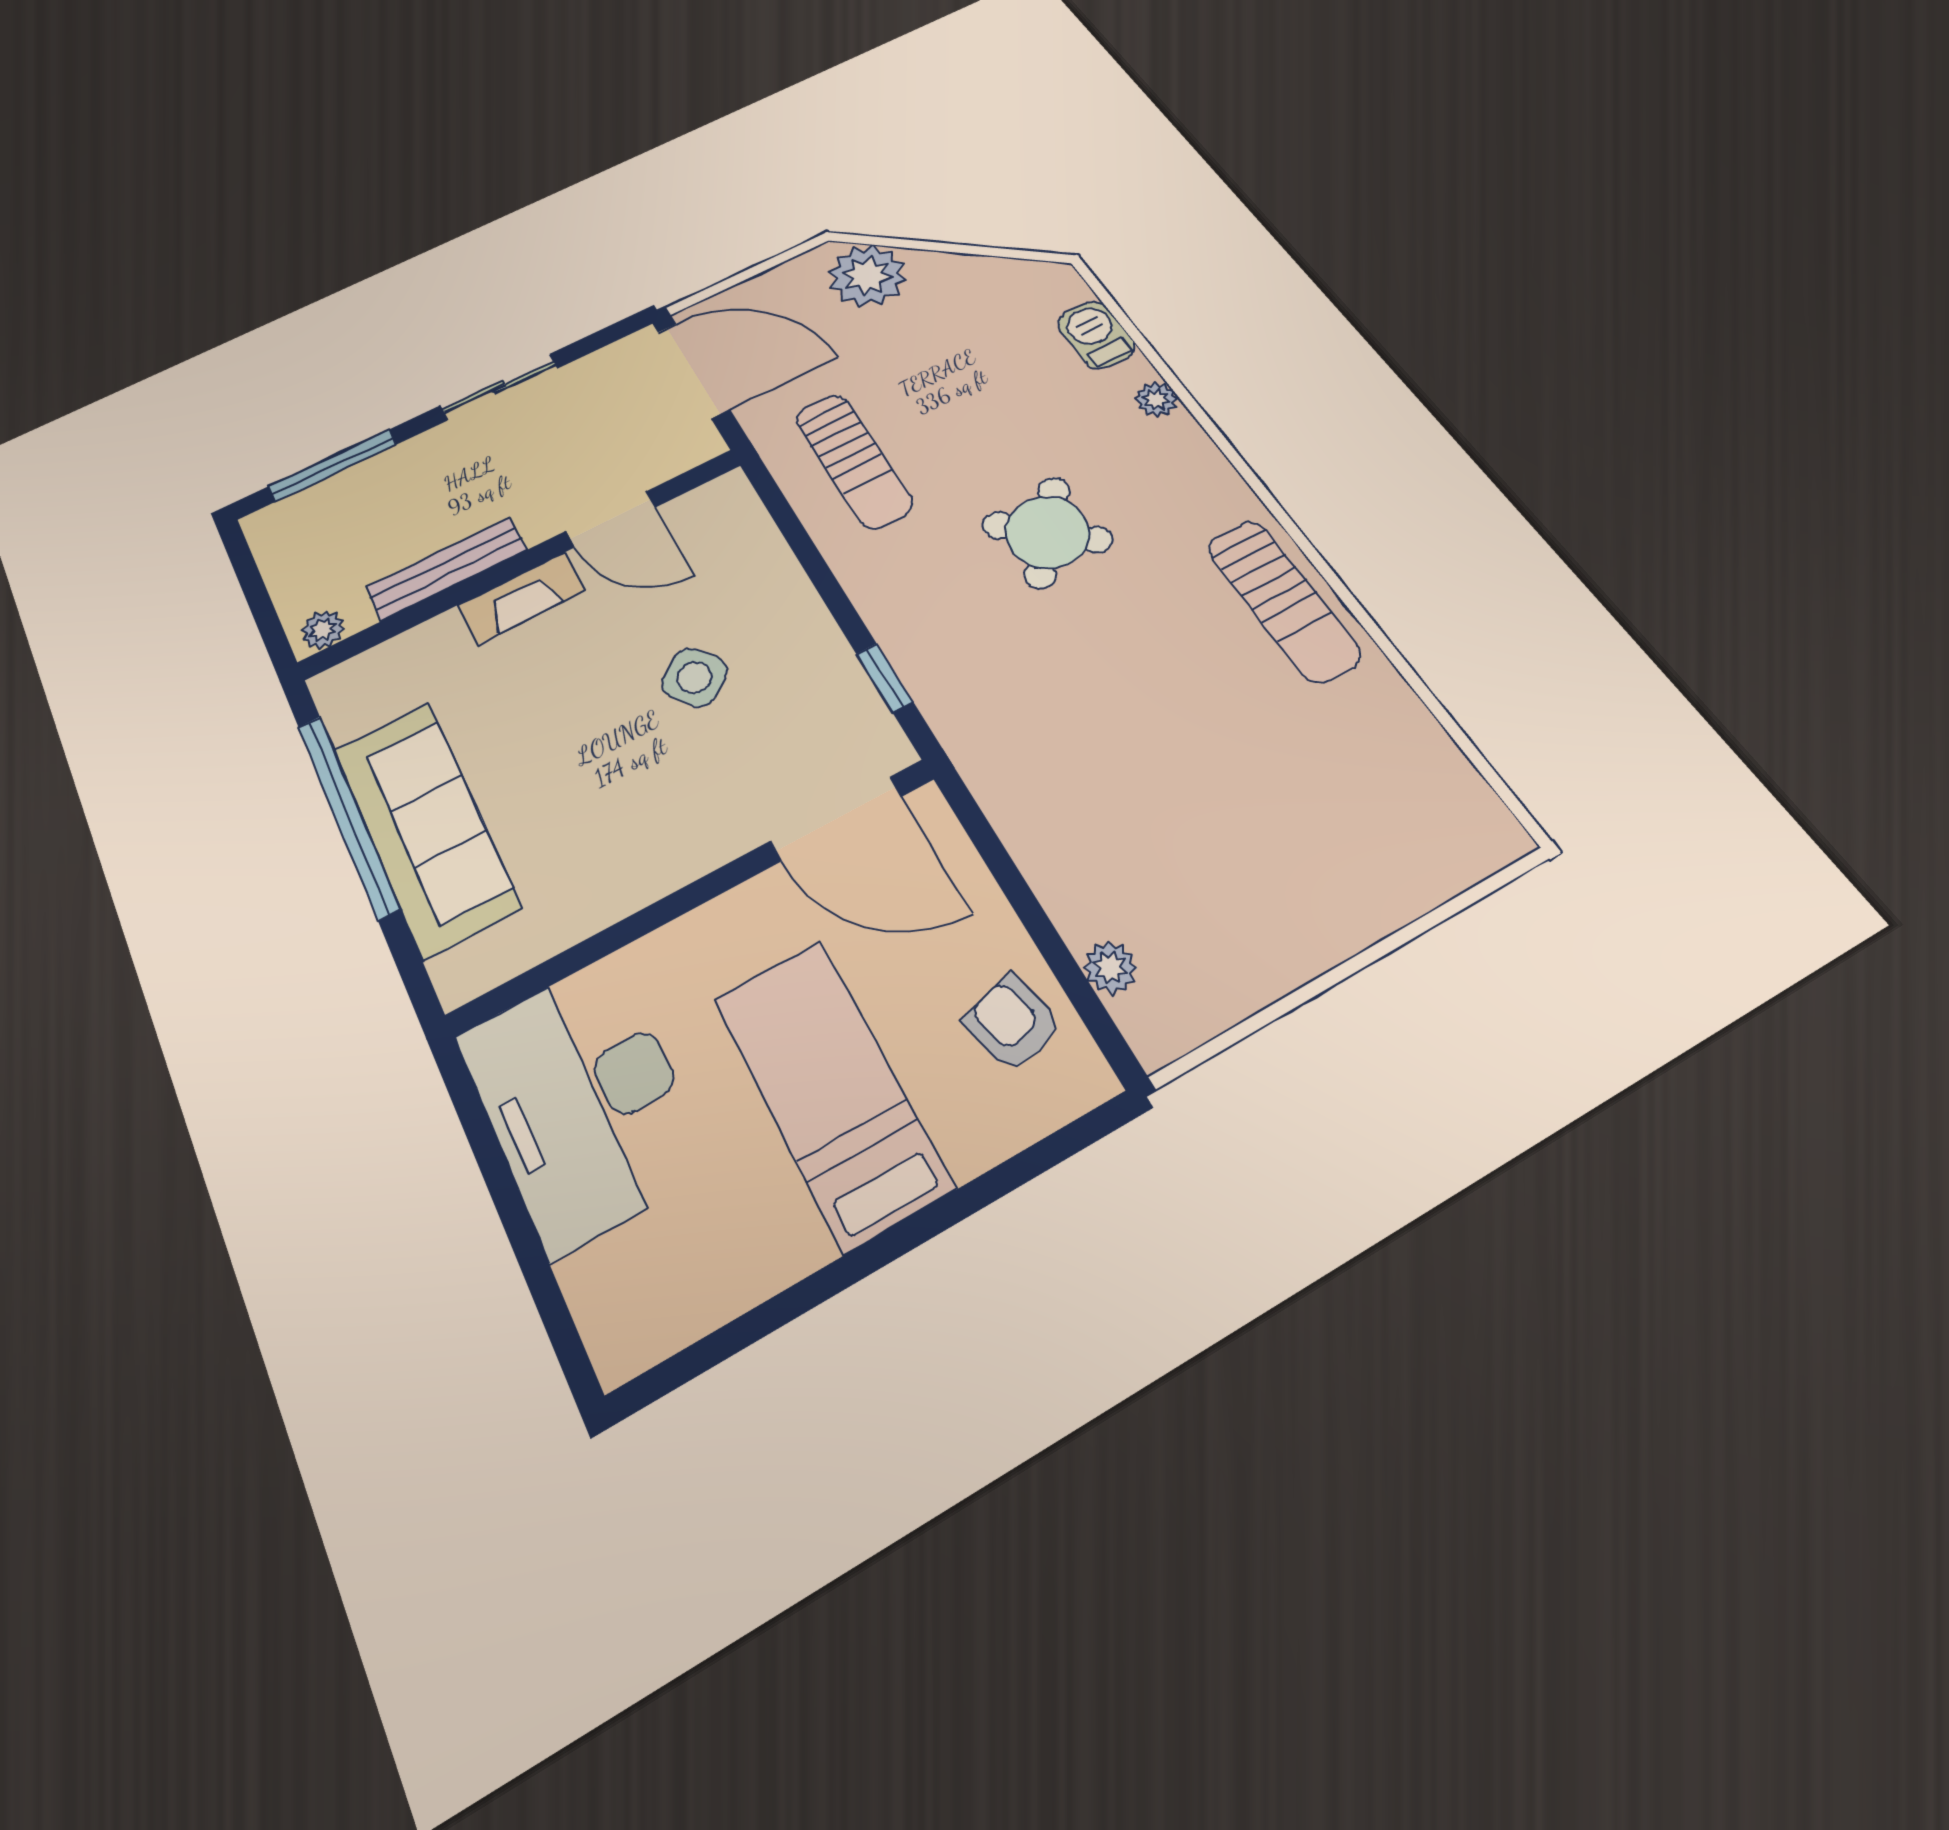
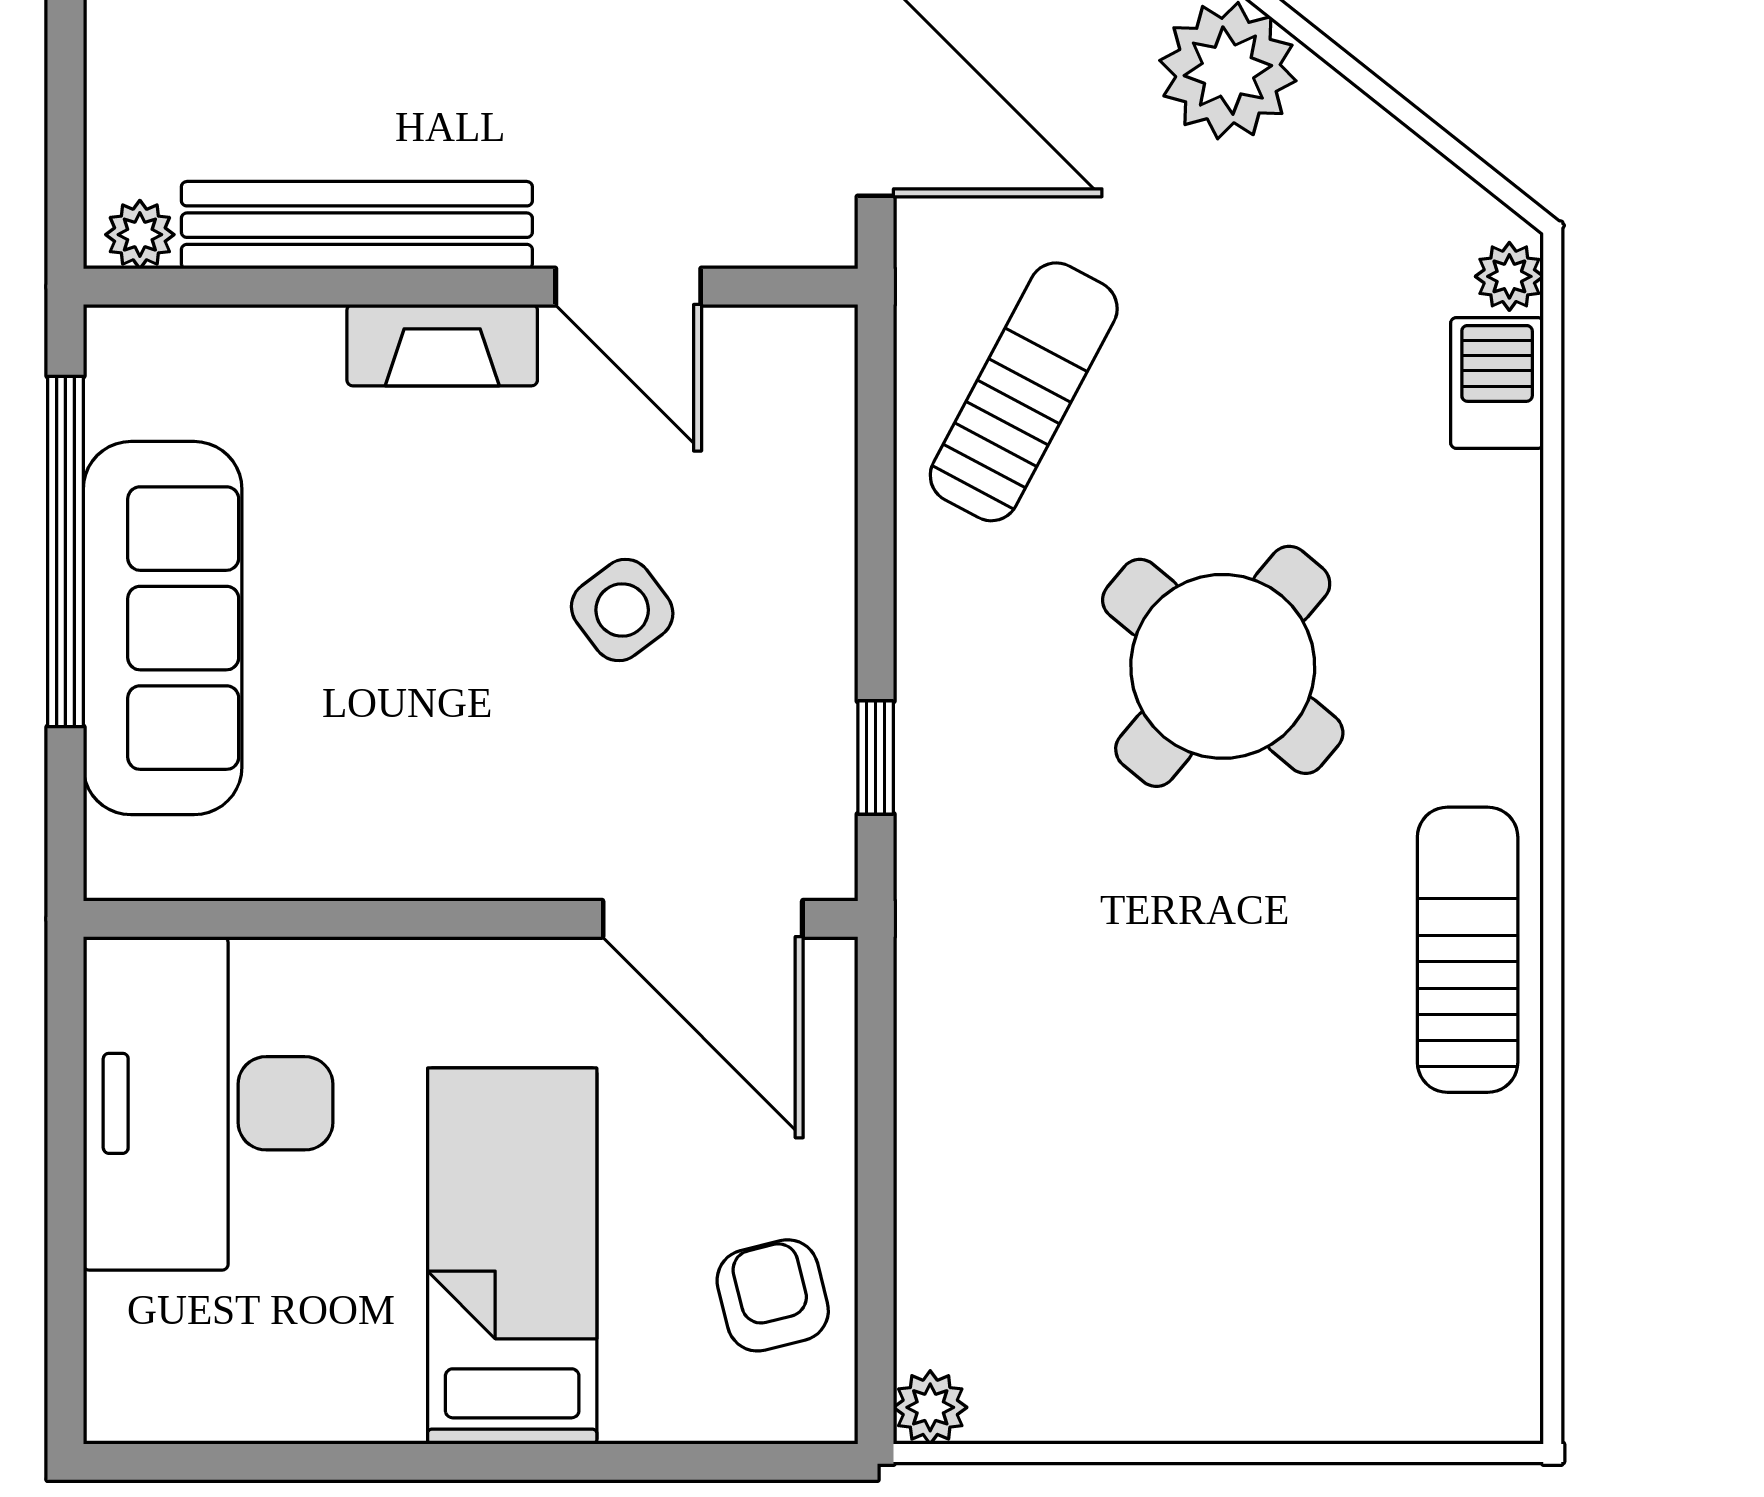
plant: (1156, 400) -> (1509, 276), moved
sun lounger: (854, 461) -> (1024, 392), turned -152
round table: (1047, 532) -> (1223, 666), width x1.36, depth x1.36
bench: (447, 568) -> (357, 225), width x1.37, depth x1.21
sun lounger: (1283, 601) -> (1468, 950), turned 180
plant: (1110, 968) -> (930, 1407), moved

